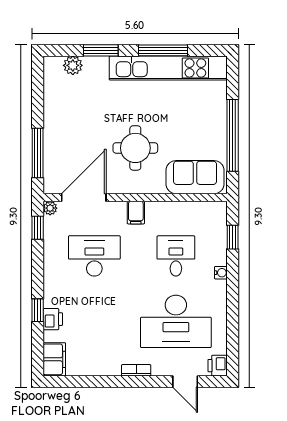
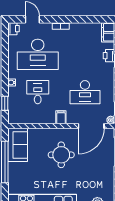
sofa: (195, 177) -> (18, 145), moved, turned -90
desk: (176, 256) -> (38, 92), turned 180
desk: (176, 321) -> (38, 54), turned 180

